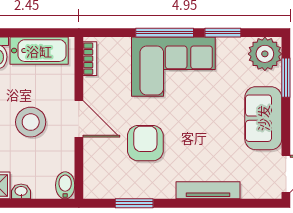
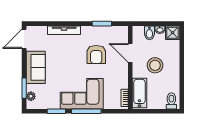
bathtub: (39, 51) -> (139, 93), moved, turned 90
plant: (265, 54) -> (31, 96), width x0.53, depth x0.53
door: (79, 119) -> (130, 53), moved
bidet: (65, 185) -> (149, 33), moved

